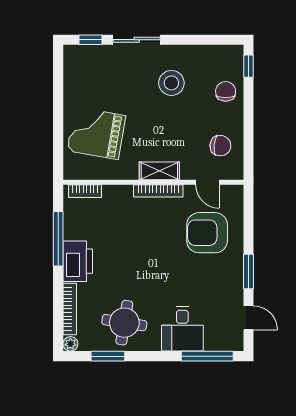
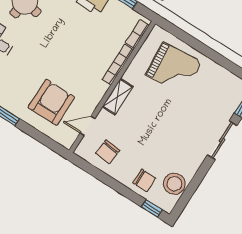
stool: (171, 83) -> (174, 184), moved
grand piano: (96, 133) -> (174, 69), turned 75
bookcase: (158, 191) -> (118, 65), moved

